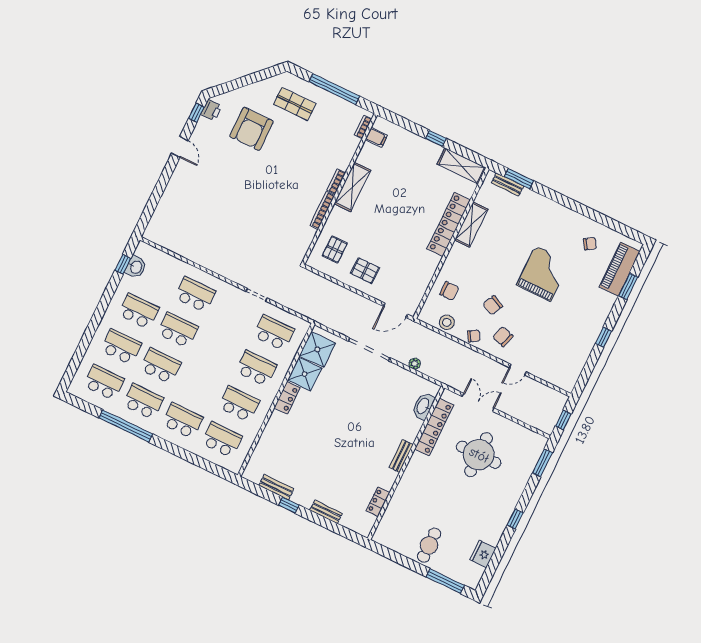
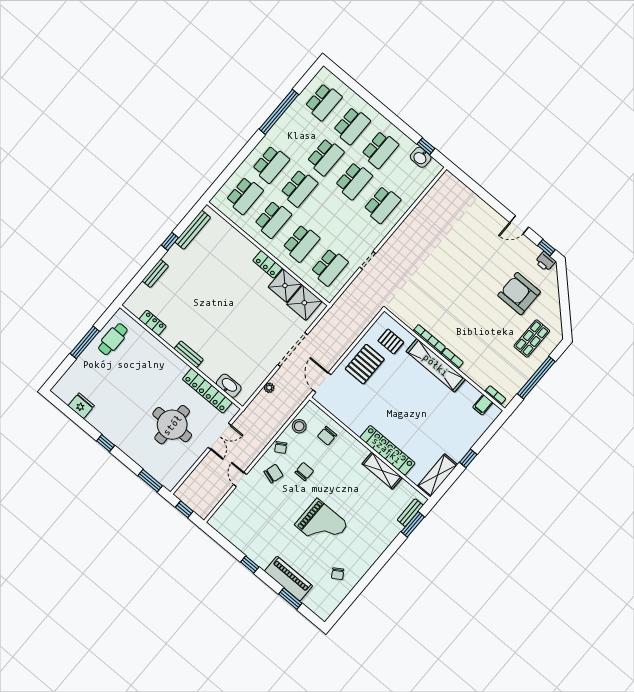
shelving: (352, 187) -> (436, 365), width x1.47
piano: (620, 269) -> (288, 579), moved
pallet: (365, 271) -> (365, 364), width x1.50, depth x1.42
chair: (493, 305) -> (304, 472), turned 64
school desk: (143, 401) -> (299, 188), moved
bench: (276, 487) -> (193, 230), width x1.36
cafe table: (429, 545) -> (113, 339), moved, turned 90
window: (445, 581) -> (85, 342), moved

